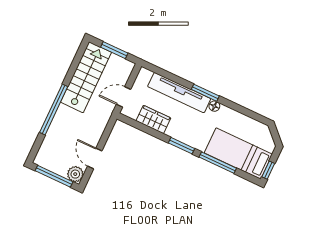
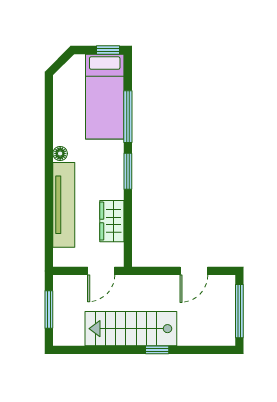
stairs: (86, 77) -> (131, 329), moved
window: (205, 93) -> (49, 173), removed
door: (124, 97) -> (101, 271), hinge flipped
window: (54, 109) -> (157, 350), width x0.32
plant: (75, 174) -> (224, 286), removed

